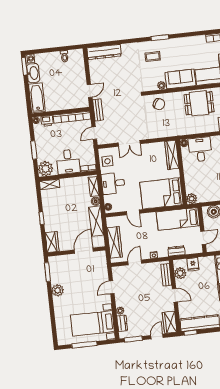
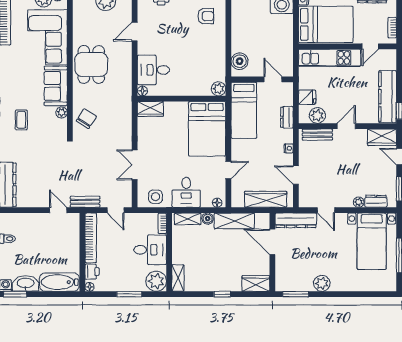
double door: (129, 143) -> (135, 165), swing flipped
wardrobe: (172, 155) -> (150, 109), width x0.67
dresser: (102, 266) -> (296, 220), added

